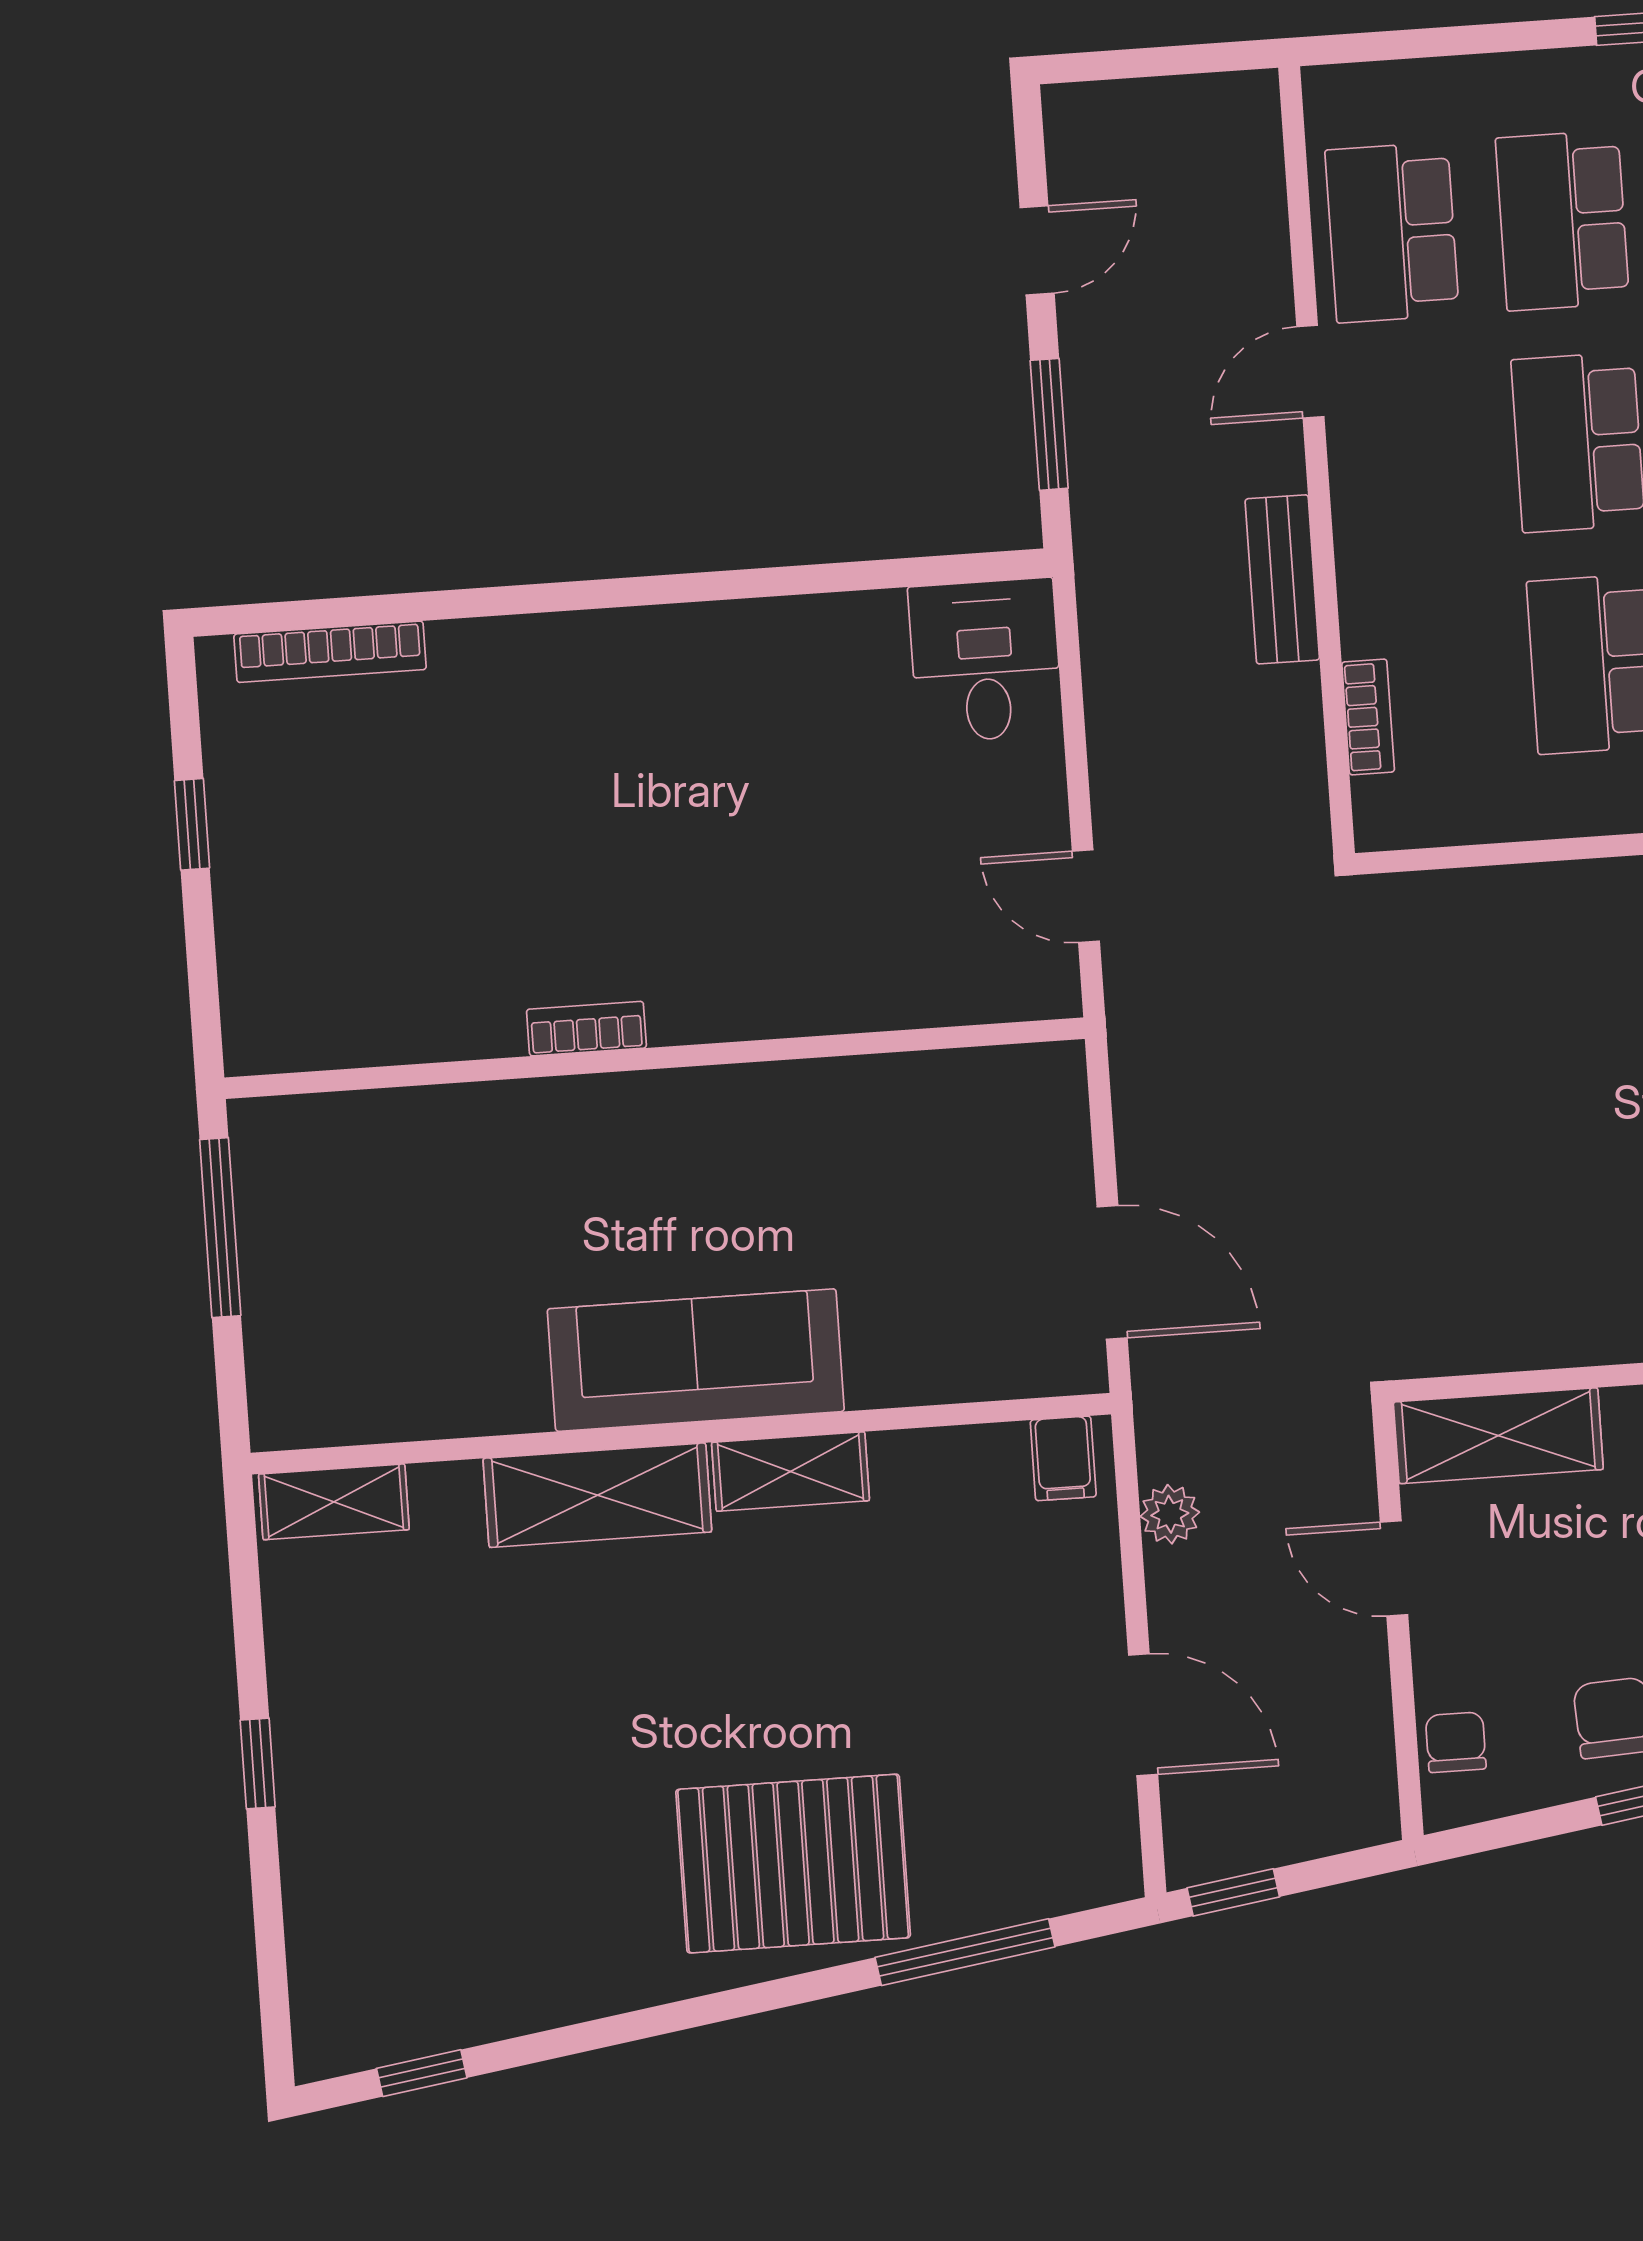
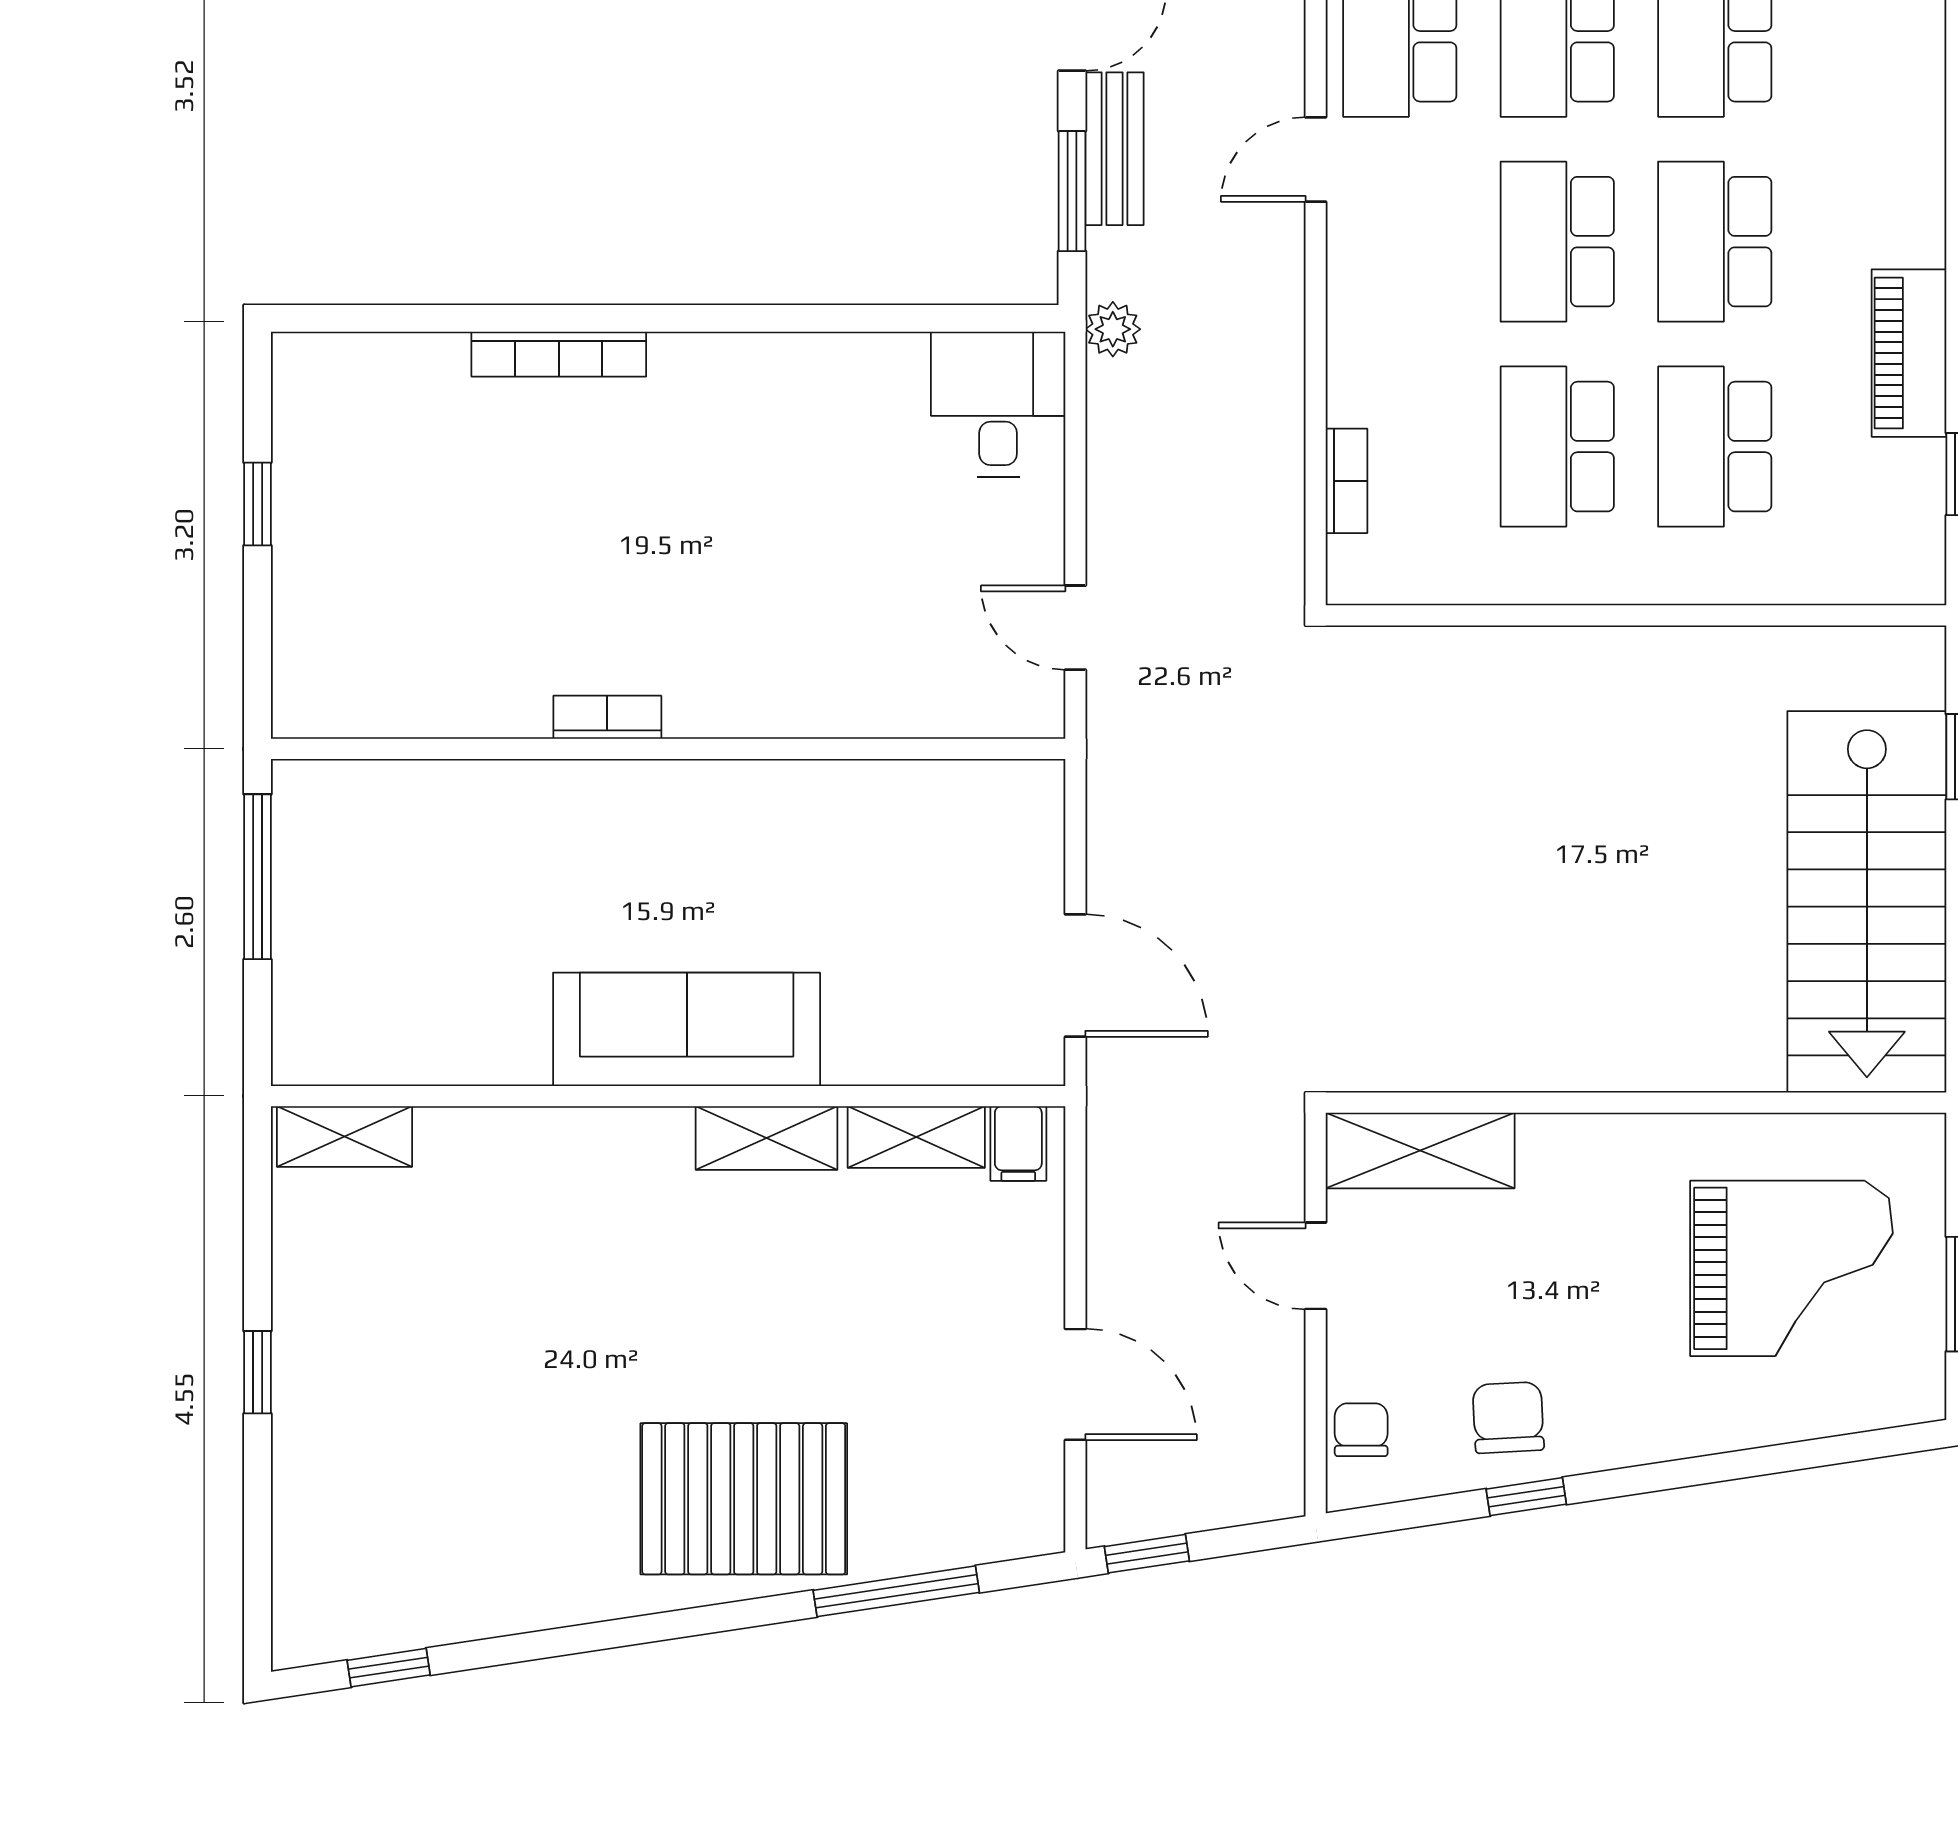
bench: (1282, 579) -> (1114, 149), moved
bookcase: (330, 652) -> (559, 354), moved
shelving: (597, 1495) -> (916, 1137), moved, width x0.67, depth x0.75
plant: (1170, 1514) -> (1113, 329), moved

